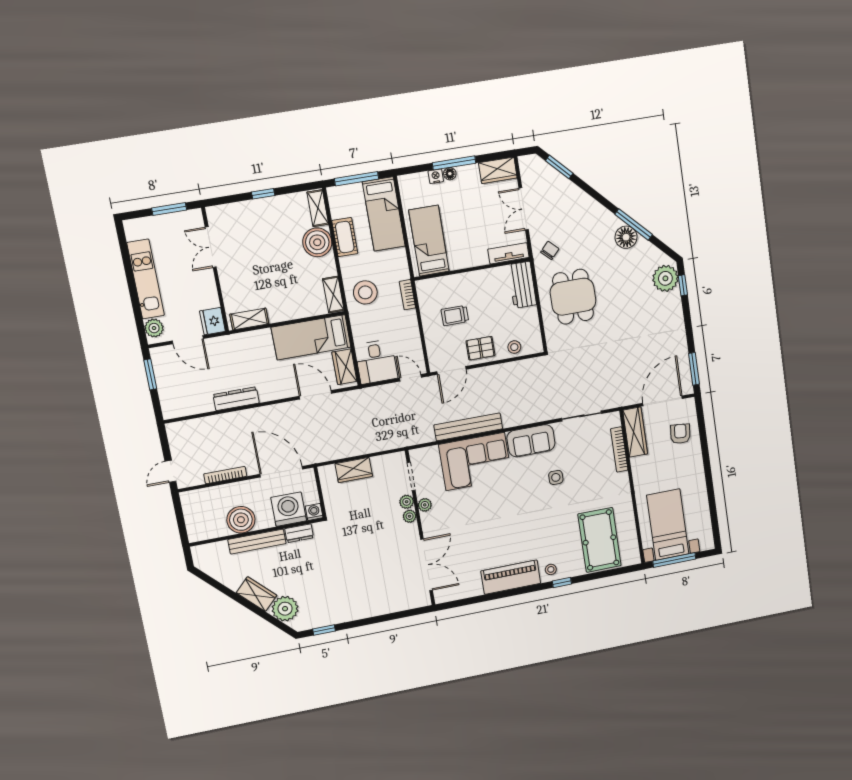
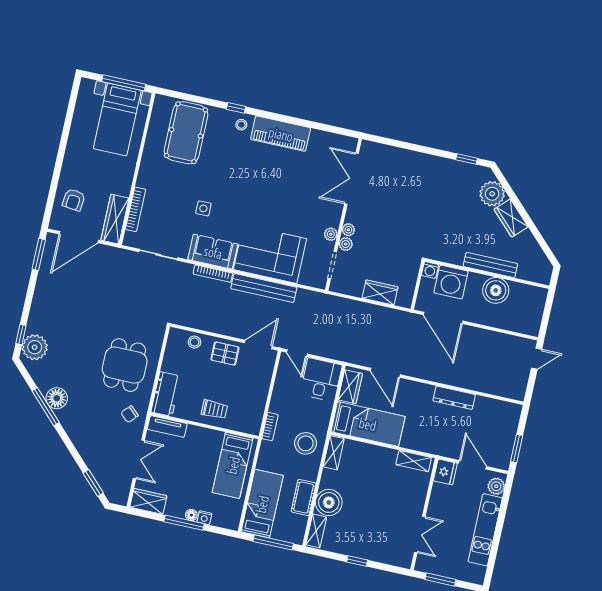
trolley: (455, 316) -> (214, 409), moved
bookcase: (225, 475) -> (213, 274), moved
dresser: (299, 533) -> (451, 257), removed

